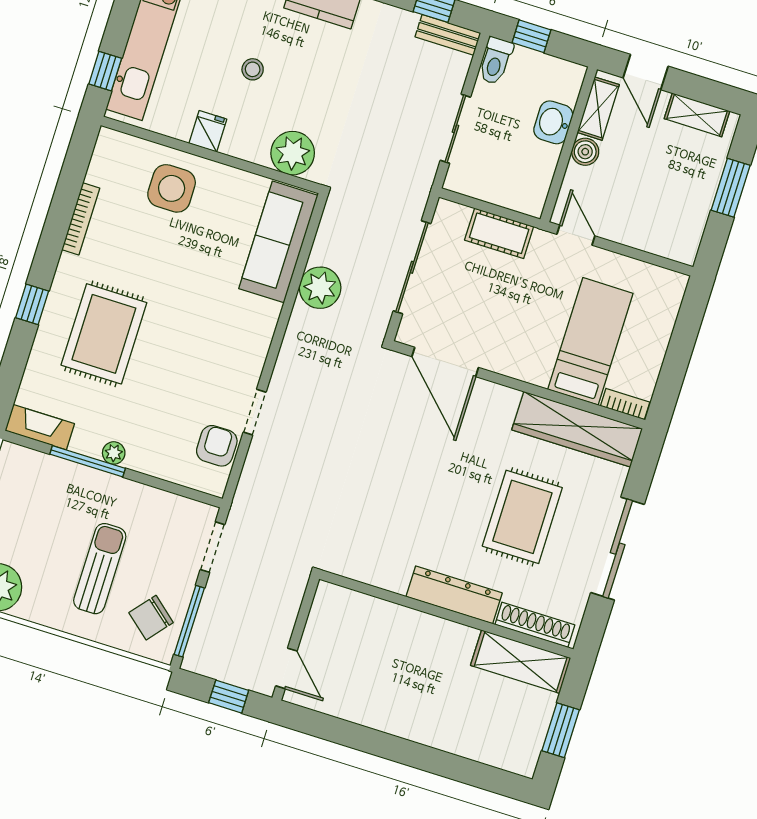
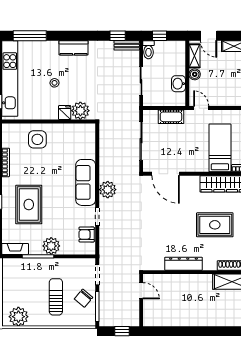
washbasin: (553, 122) -> (179, 84), moved
fridge: (208, 131) -> (65, 113), moved
sofa: (278, 242) -> (86, 182), moved
plant: (320, 288) -> (108, 190), moved
armchair: (217, 446) -> (87, 235), turned -90
plant: (114, 453) -> (51, 246), width x1.87, depth x1.87
rug: (522, 517) -> (215, 225), turned 90
dresser: (454, 595) -> (183, 264), moved
chair: (151, 618) -> (83, 298), moved
door: (286, 668) -> (141, 291), moved

